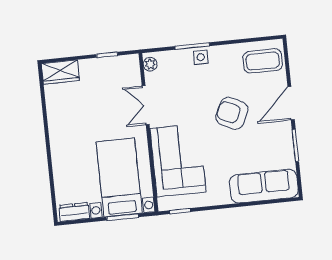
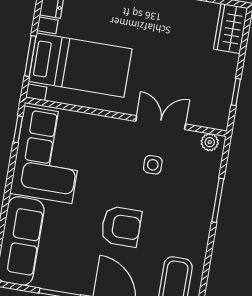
side table: (201, 57) -> (153, 165), moved
armchair: (232, 113) -> (121, 226), turned 65
corner sofa: (178, 160) -> (48, 155), moved, turned -90

